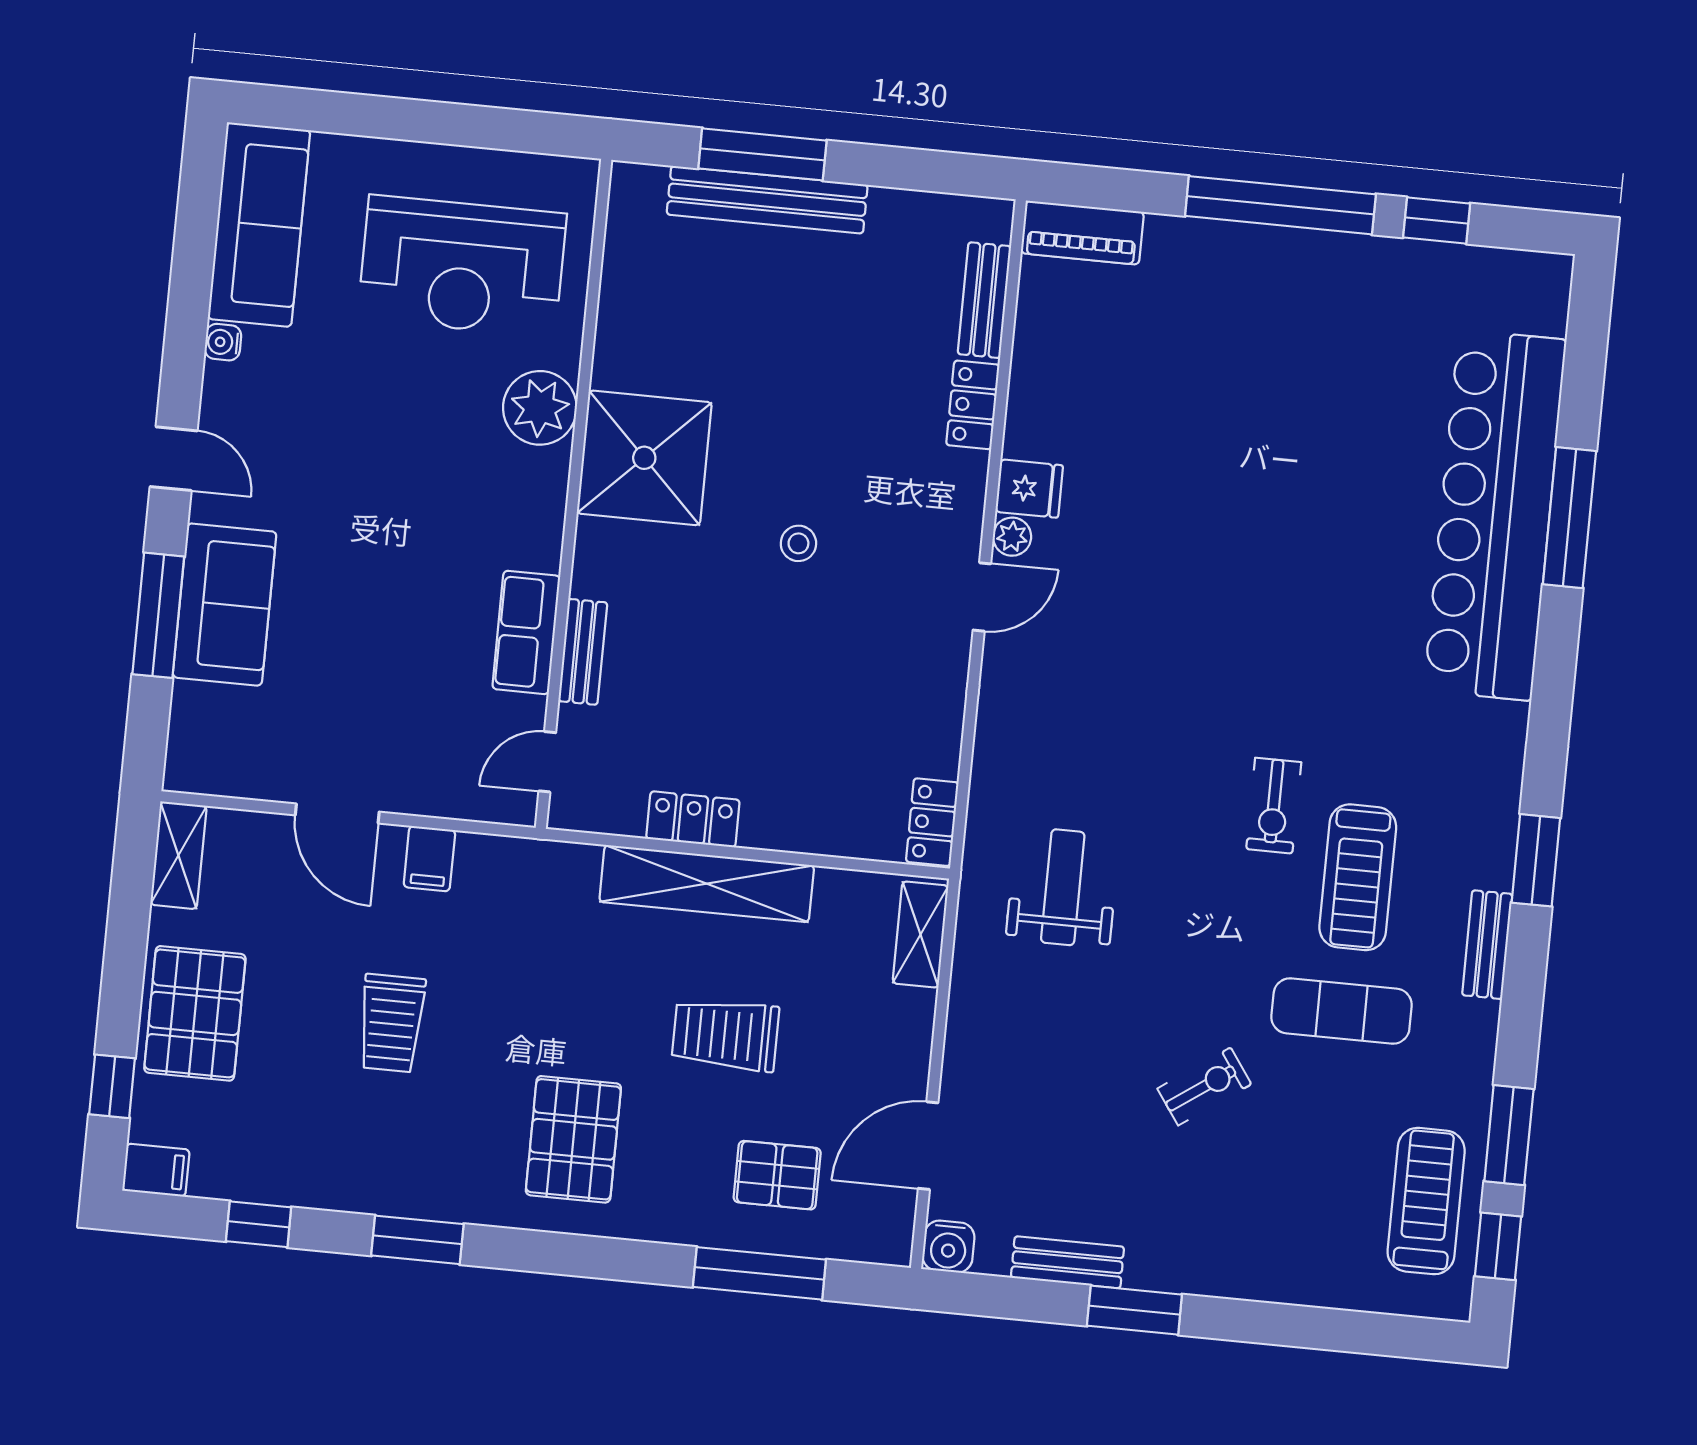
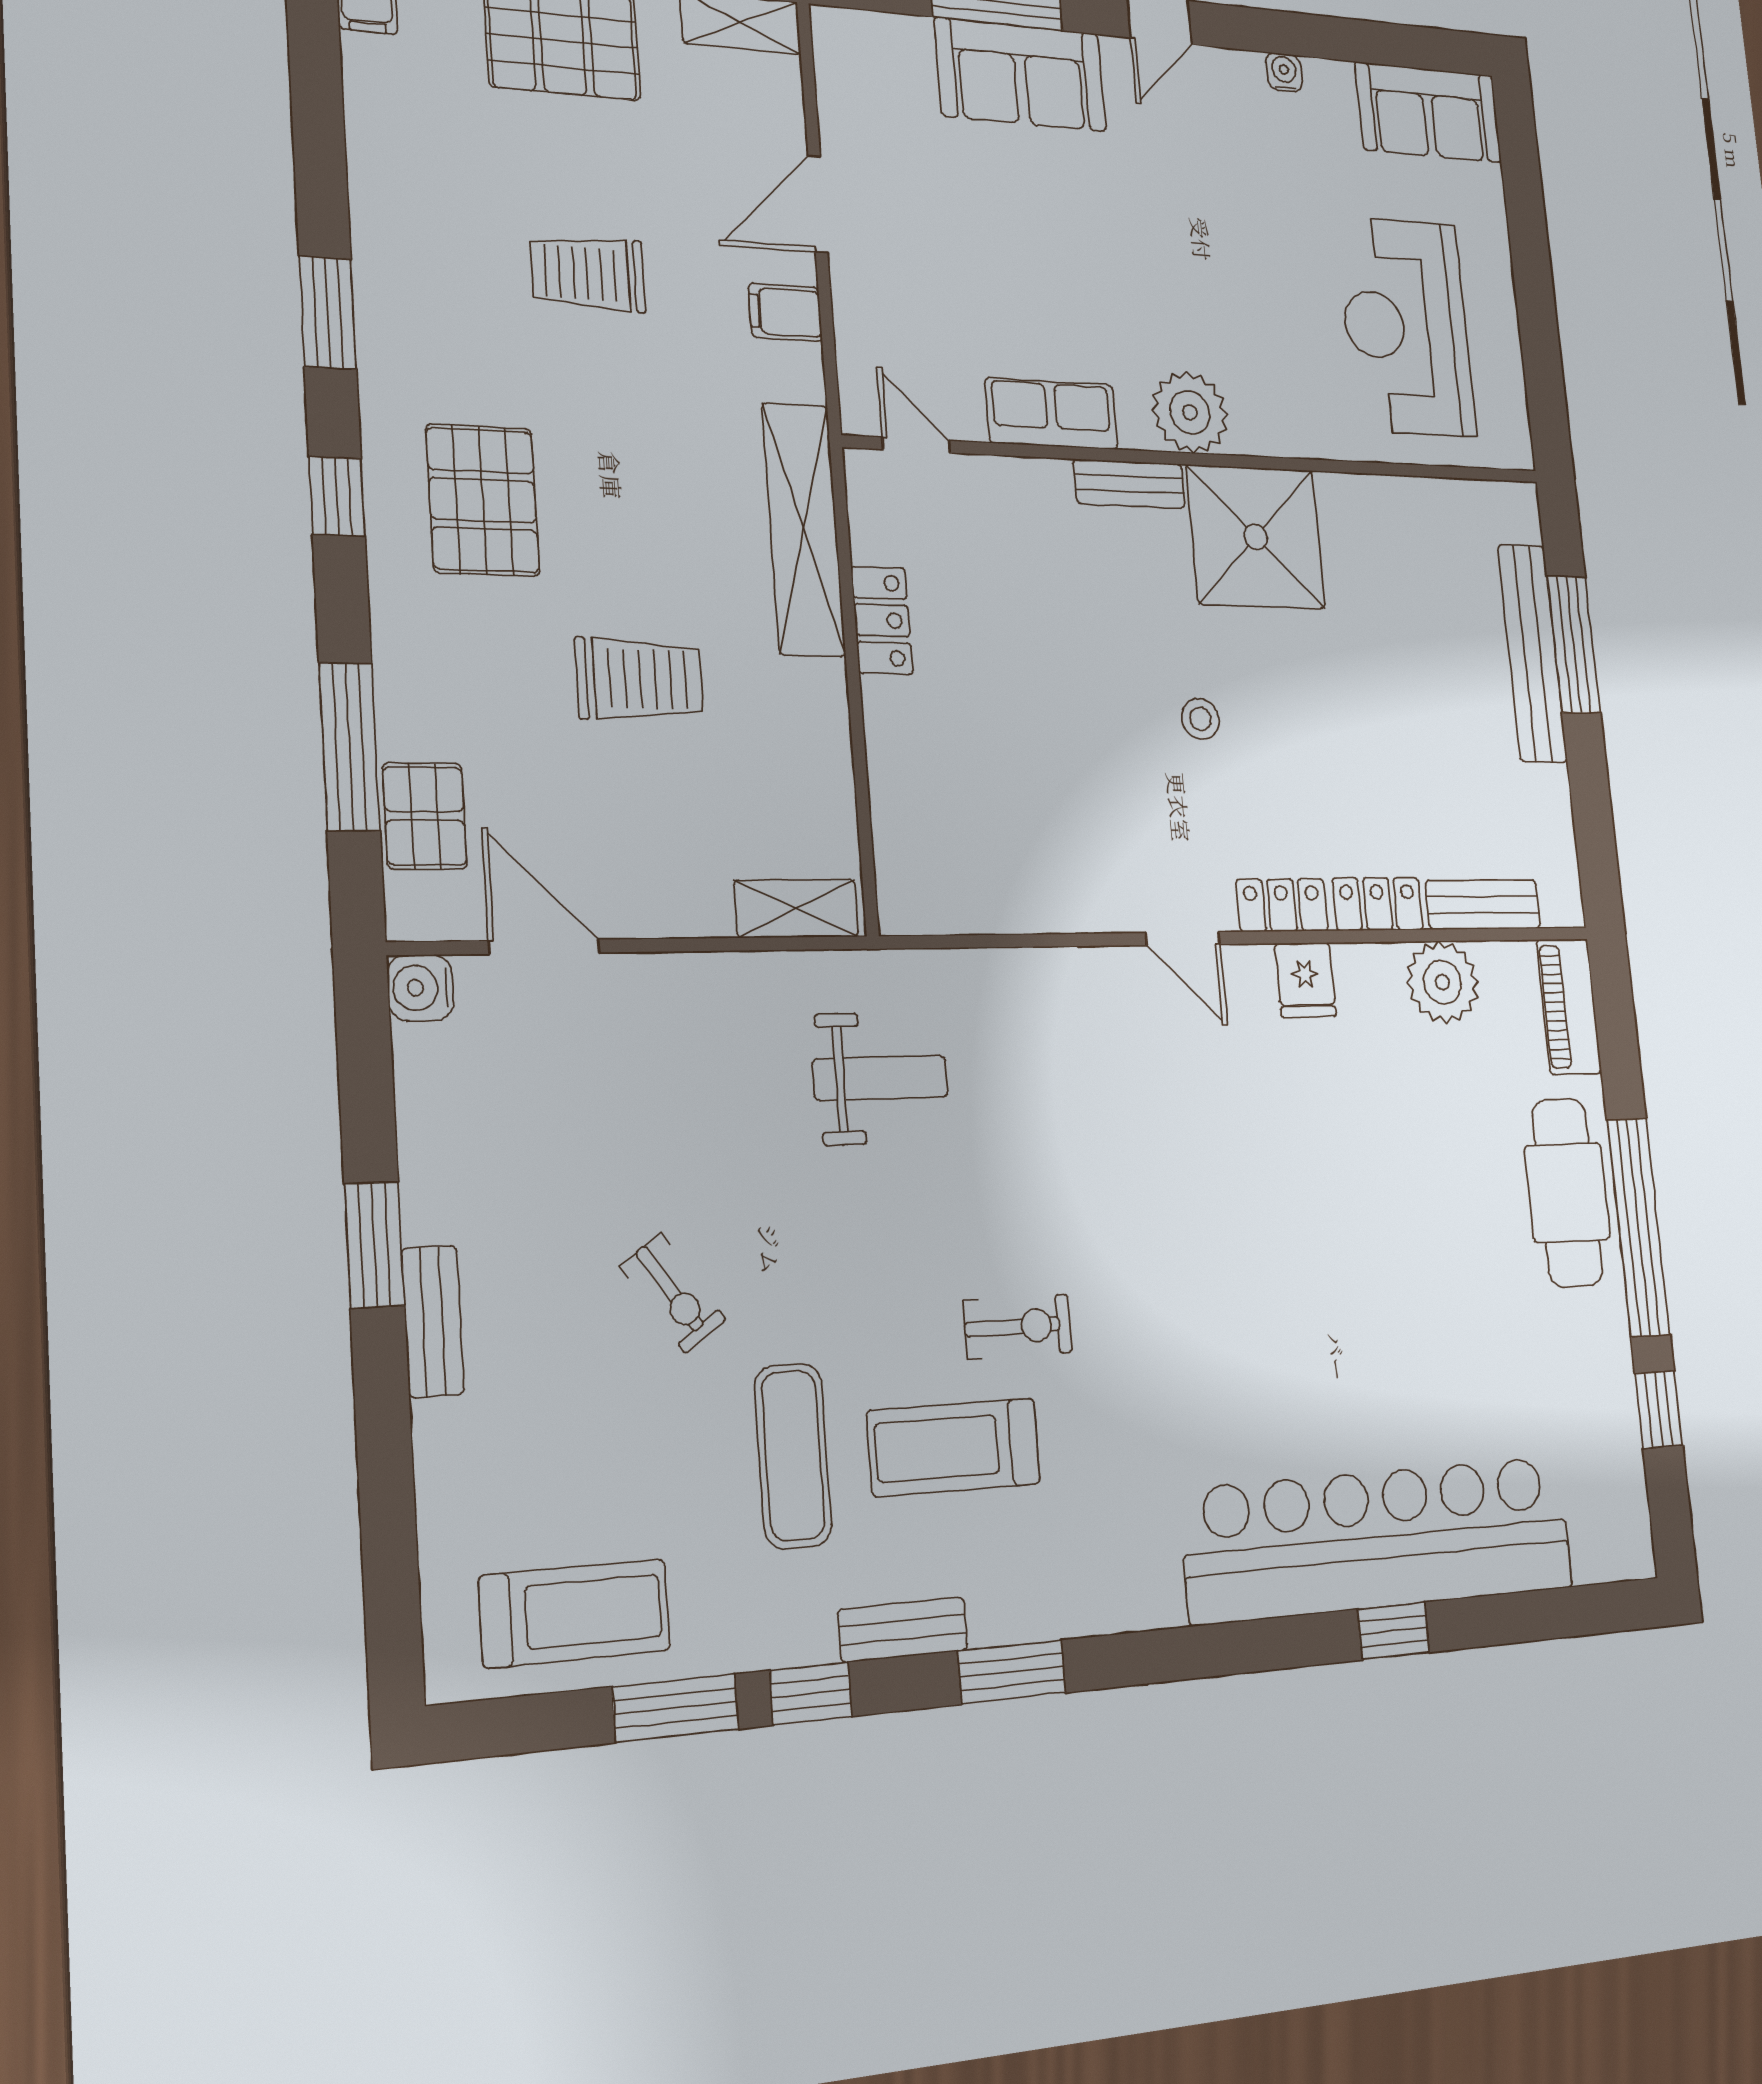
sofa: (259, 225) -> (1429, 112), width x0.73
cafe table: (1241, 271) -> (1567, 1193), added
plant: (540, 408) -> (1190, 412), moved
window: (1569, 518) -> (1394, 1631), width x0.46
plant: (1012, 537) -> (1443, 982), moved, width x1.88, depth x1.88
bench: (583, 652) -> (1129, 484), moved
exercise bike: (1274, 806) -> (1018, 1326), turned 180
locker: (932, 822) -> (1282, 905), moved
shelving: (707, 884) -> (804, 529), moved
trolley: (725, 1035) -> (639, 679), turned 90
pallet: (573, 1139) -> (483, 500), turned 90
pallet: (777, 1175) -> (425, 816), moved
window: (259, 1224) -> (337, 496), moved
window: (1498, 1246) -> (811, 1693), moved
bench: (1067, 1262) -> (433, 1321), moved

